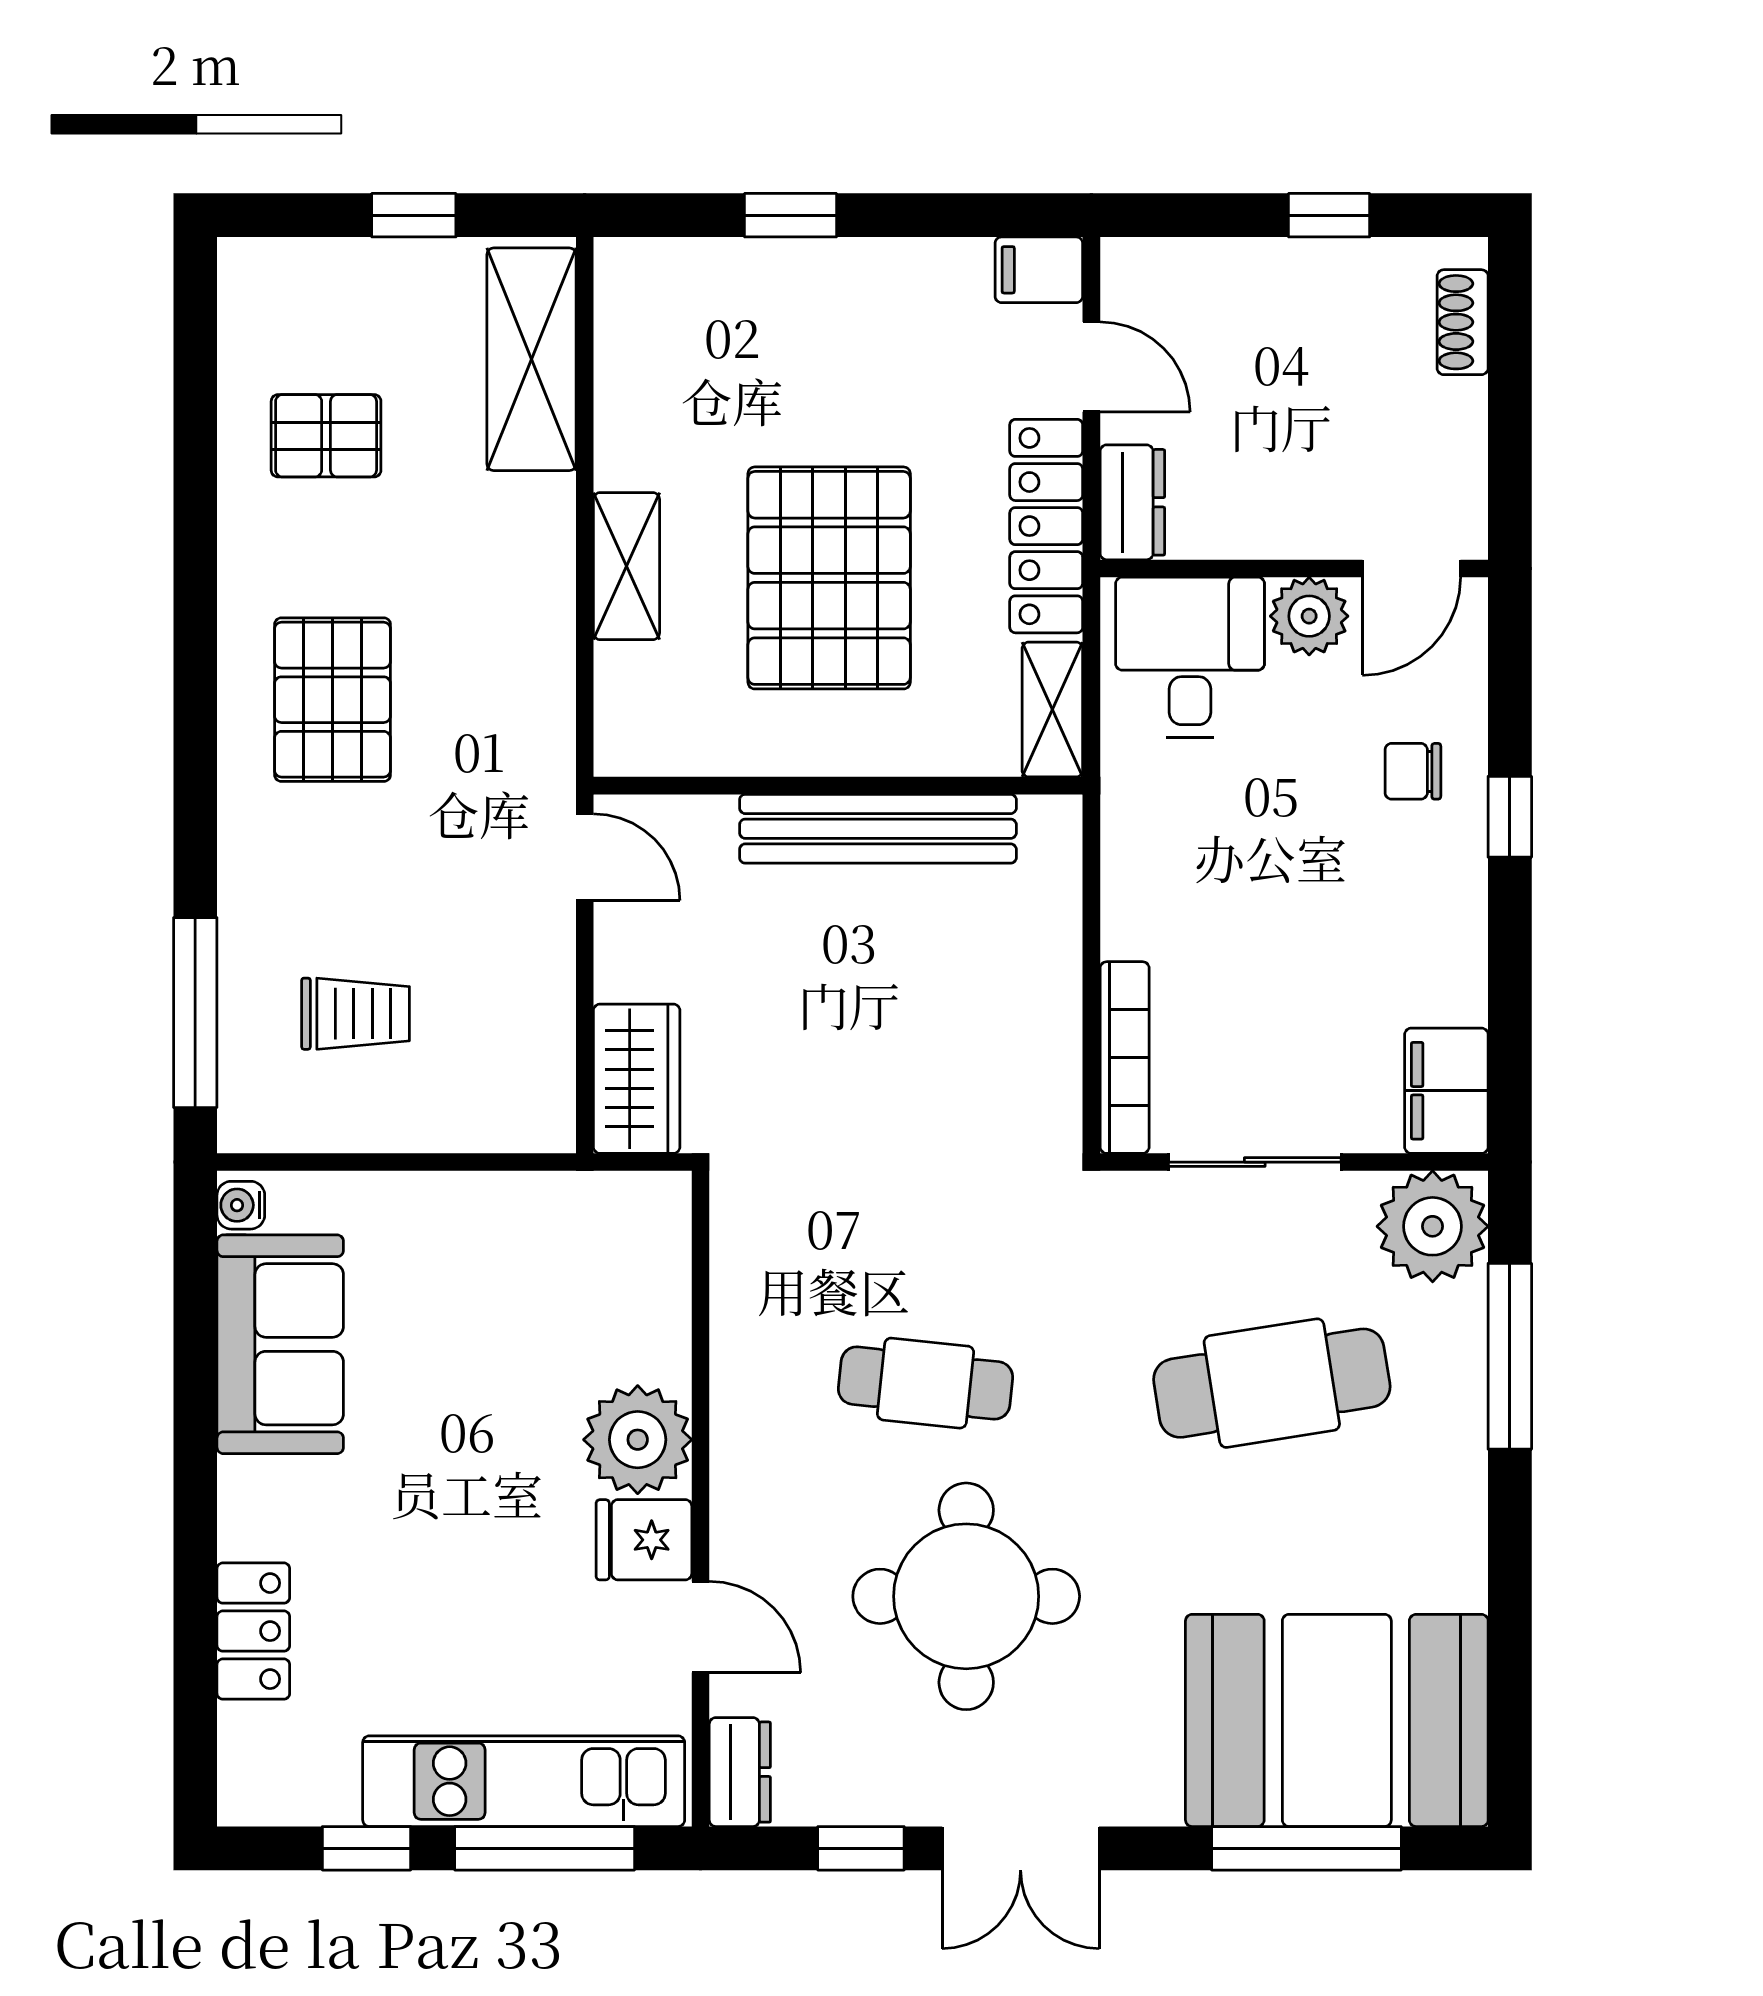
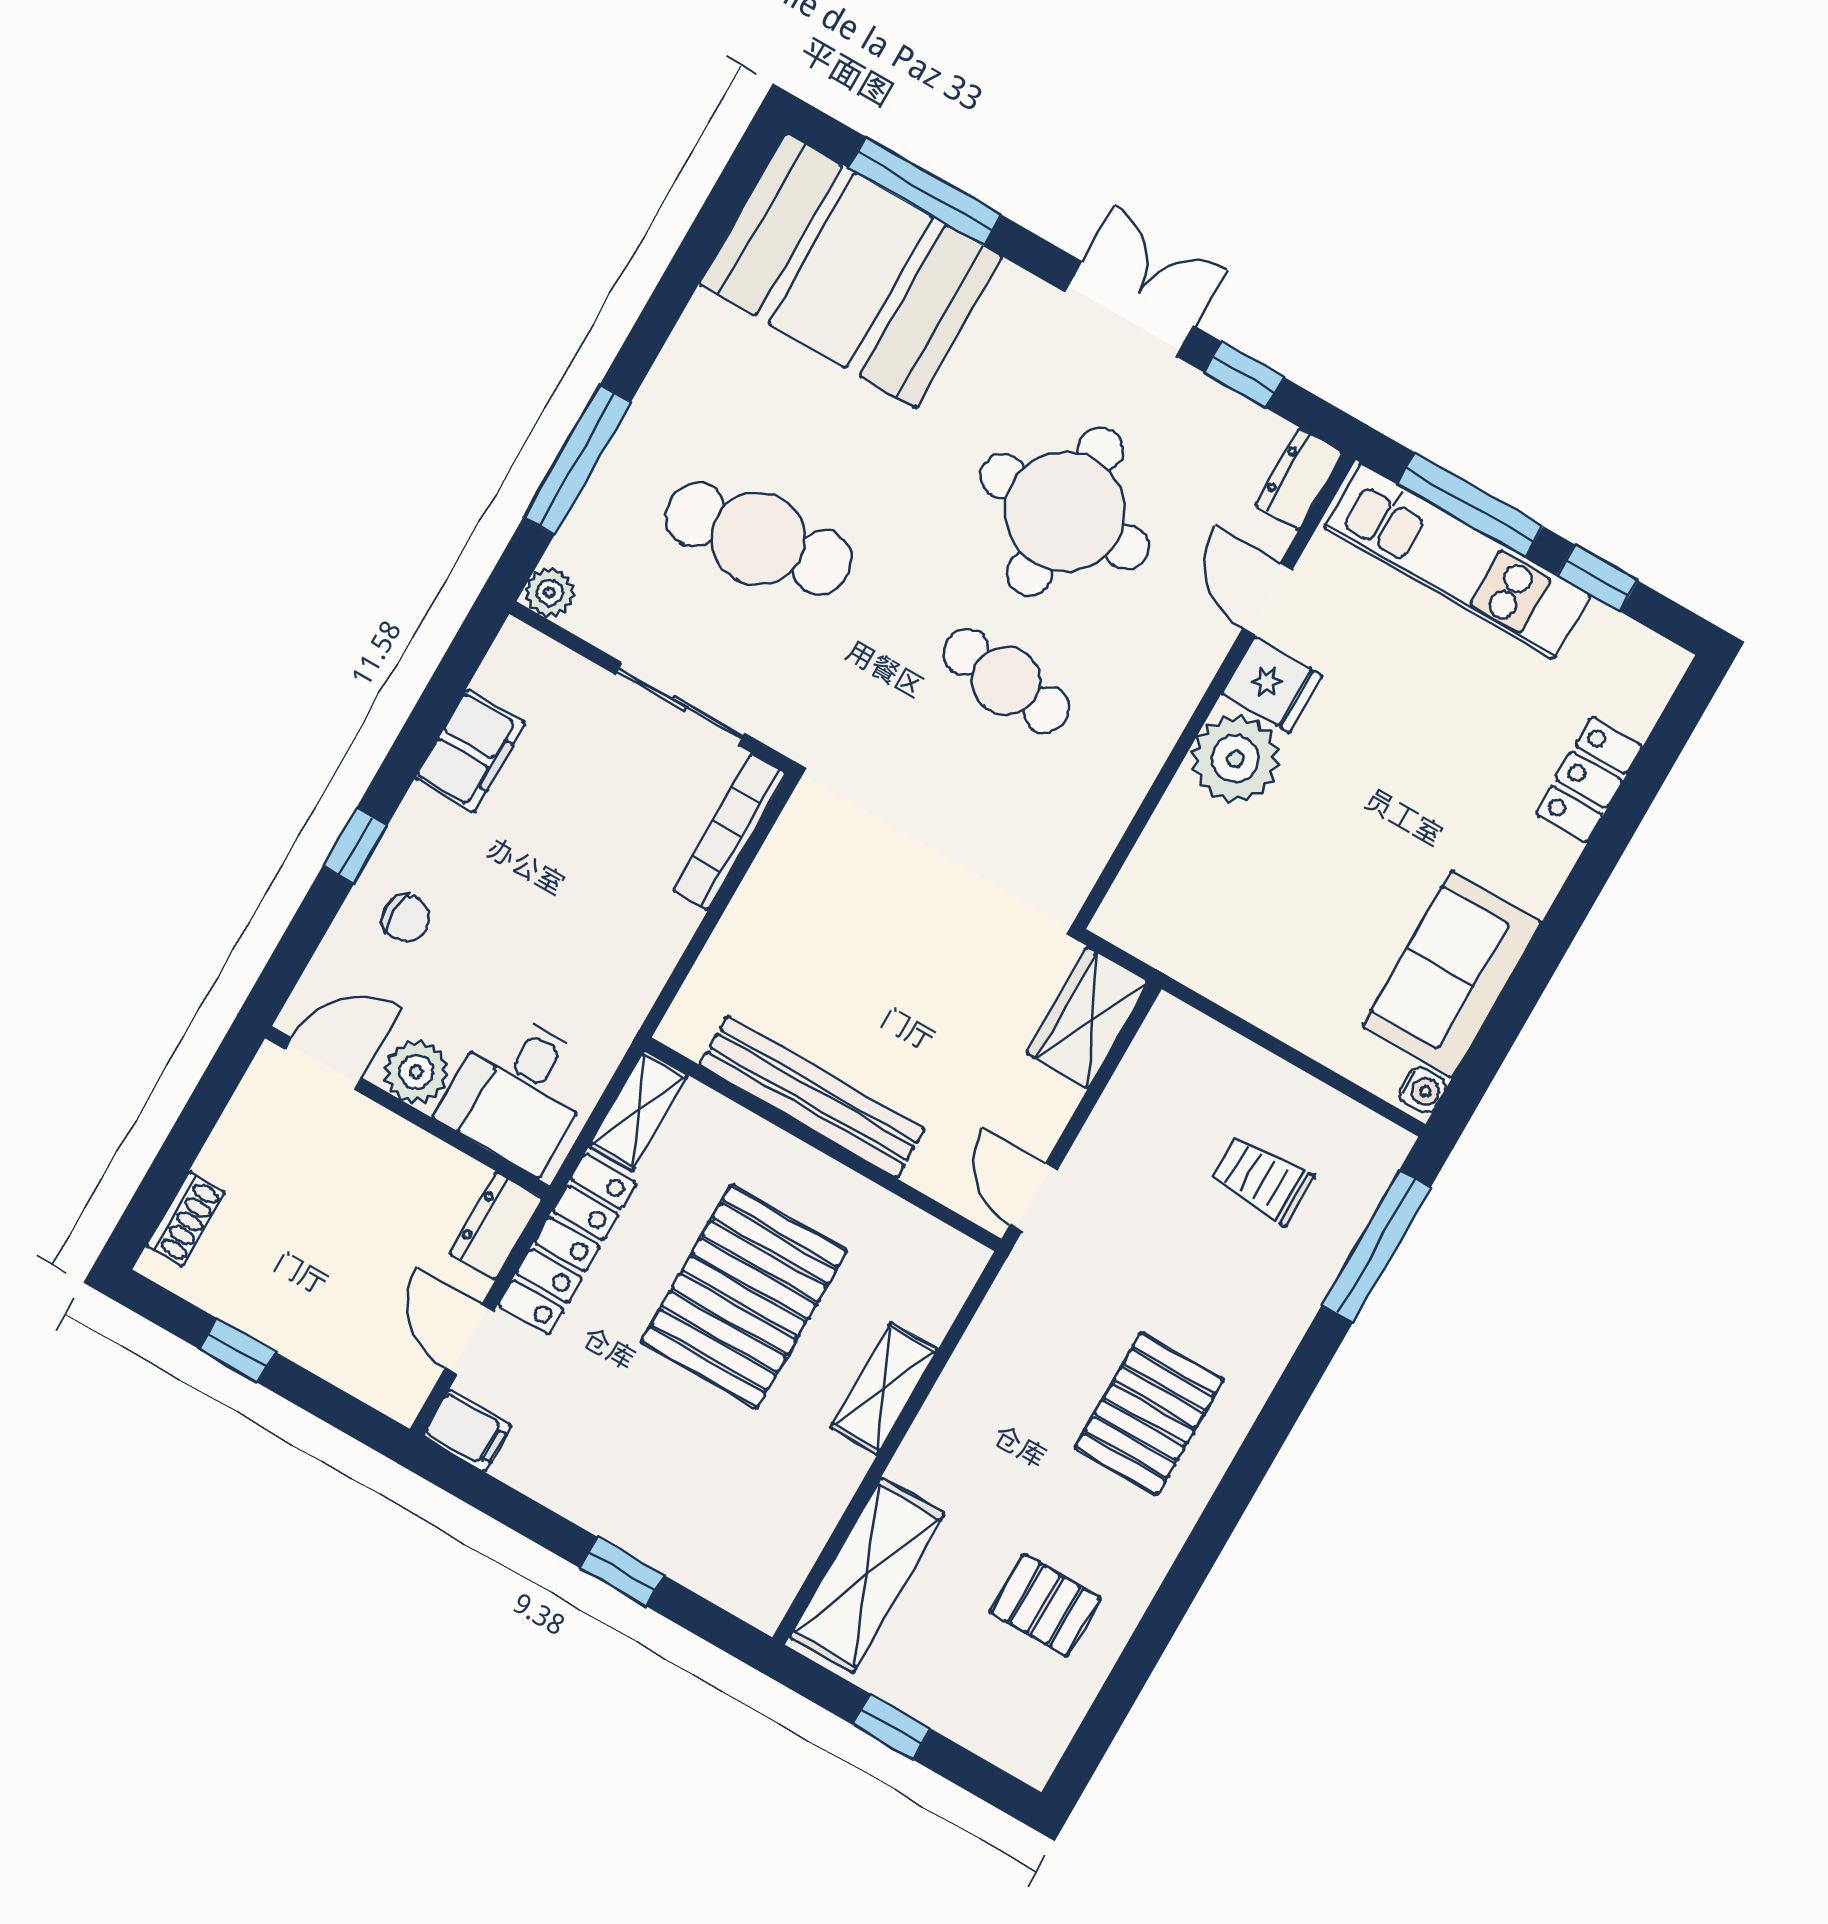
filing cabinet: (1446, 1091) -> (470, 751), moved
plant: (1433, 1226) -> (550, 592), width x0.53, depth x0.53

